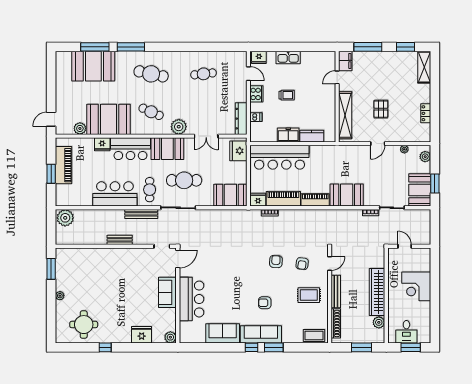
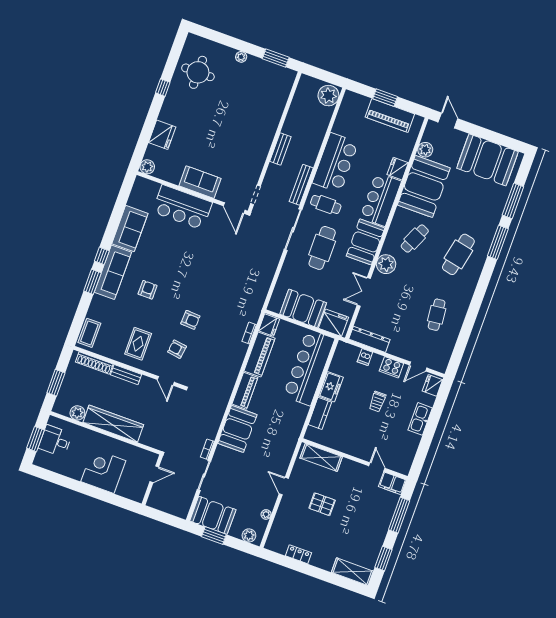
booth: (93, 66) -> (488, 160), moved, turned 90
shelving: (345, 115) -> (321, 457), width x0.68
booth: (230, 195) -> (303, 308), moved, turned 90
bench: (336, 291) -> (126, 375), width x0.73

